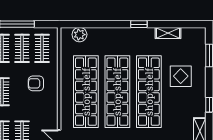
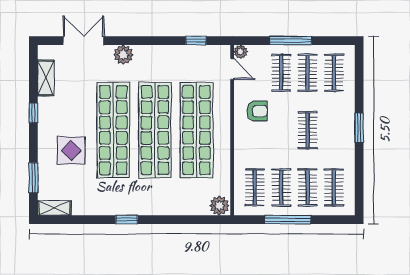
shelving: (168, 33) -> (54, 208), moved
plant: (79, 35) -> (219, 206), moved
armchair: (36, 83) -> (257, 111), moved

